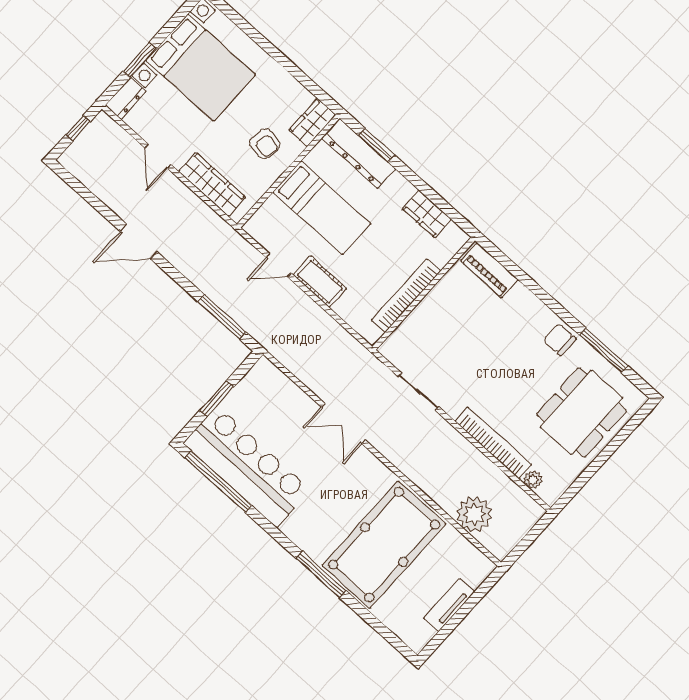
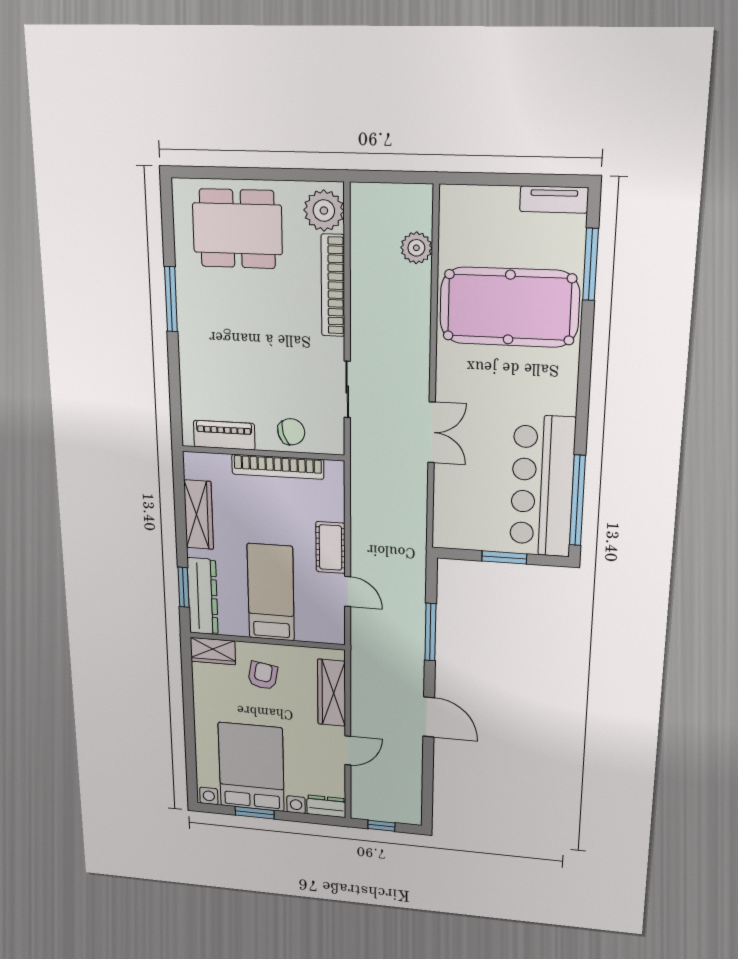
window: (140, 60) -> (255, 813), moved
wardrobe: (427, 214) -> (199, 515), width x1.50
piano: (490, 270) -> (224, 435), moved, turned -90
window: (222, 317) -> (430, 632), moved
chair: (560, 340) -> (291, 432), moved, turned -107
window: (604, 350) -> (171, 299), moved
plant: (533, 480) -> (324, 211), width x1.87, depth x1.87
plant: (474, 514) -> (416, 248), width x0.73, depth x0.73
window: (321, 575) -> (590, 264), moved
tv unit: (449, 605) -> (554, 200), moved

